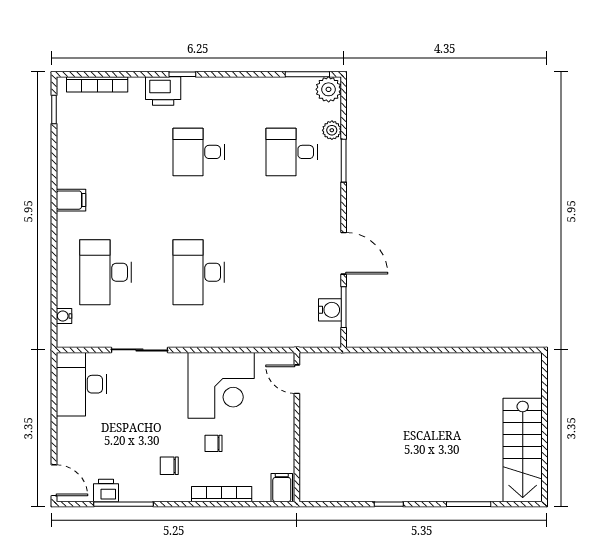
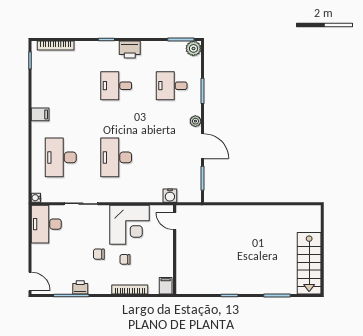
printer: (163, 91) -> (130, 49), moved
plant: (332, 130) -> (195, 121), moved
water cooler: (330, 310) -> (170, 196), moved, turned 90
water cooler: (64, 316) -> (36, 198), moved
chair: (169, 466) -> (99, 254), moved
printer: (106, 491) -> (80, 287), moved

